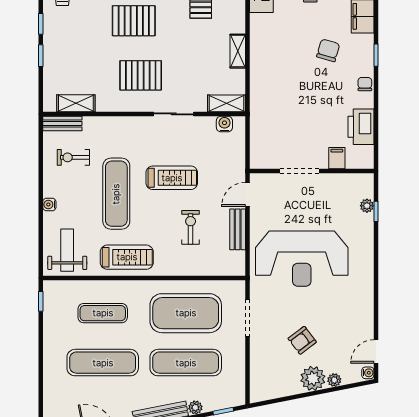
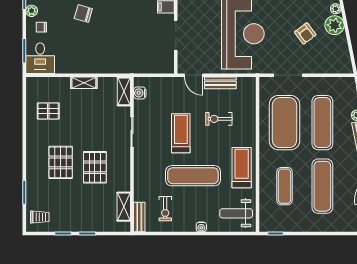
pallet: (141, 75) -> (95, 167), moved

